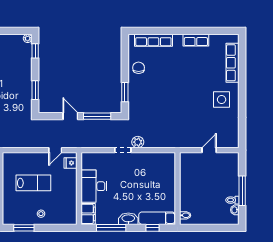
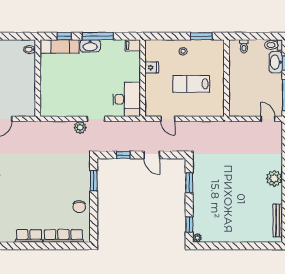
row of seats: (196, 40) -> (29, 236), moved
window: (97, 116) -> (123, 155), width x0.46
door: (55, 150) -> (168, 119), swing flipped
fridge: (70, 163) -> (152, 67), moved
desk: (94, 186) -> (127, 99), moved
filing cabinet: (88, 214) -> (133, 45), width x0.50
window: (111, 228) -> (98, 36), moved

